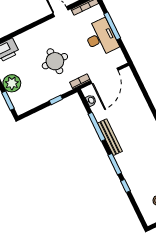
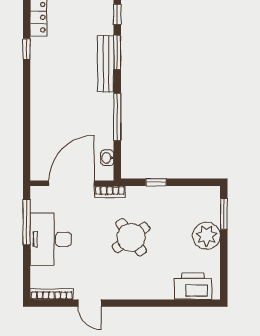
window: (112, 26) -> (27, 222), moved
round table: (55, 61) -> (131, 237), turned -36
bench: (110, 137) -> (106, 64), moved

